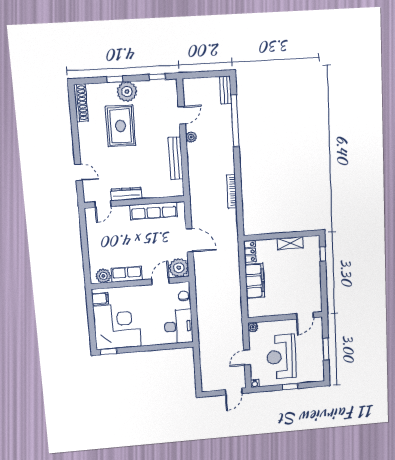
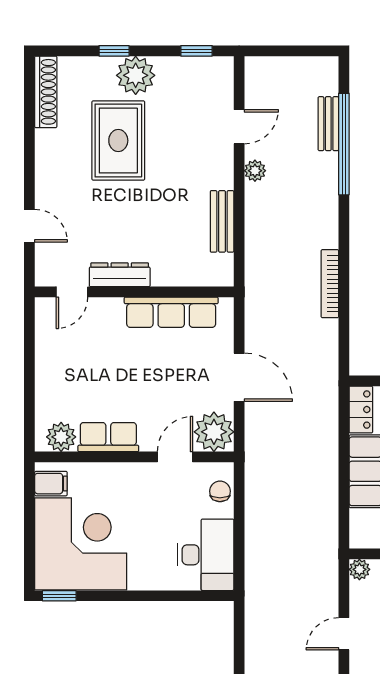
bench: (226, 90) -> (328, 124), moved
bench: (176, 158) -> (222, 221), width x0.73

